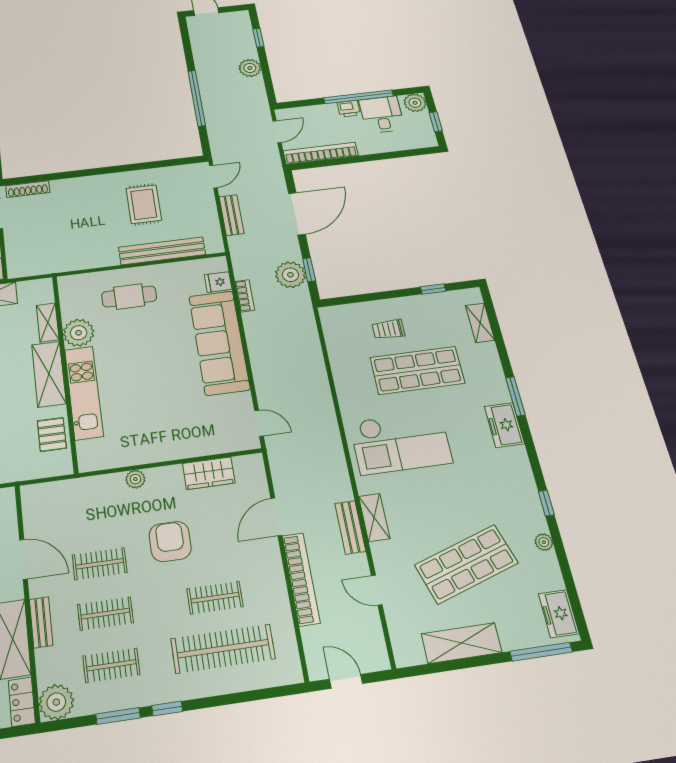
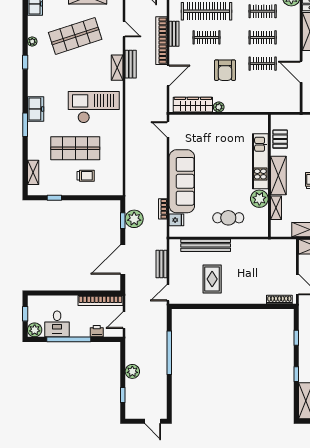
printer: (349, 109) -> (97, 331), moved
wardrobe: (209, 473) -> (193, 105), width x1.50
plant: (135, 479) -> (219, 107), moved
bench: (41, 622) -> (174, 34), moved

